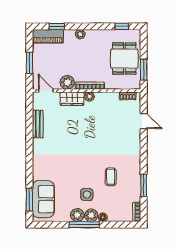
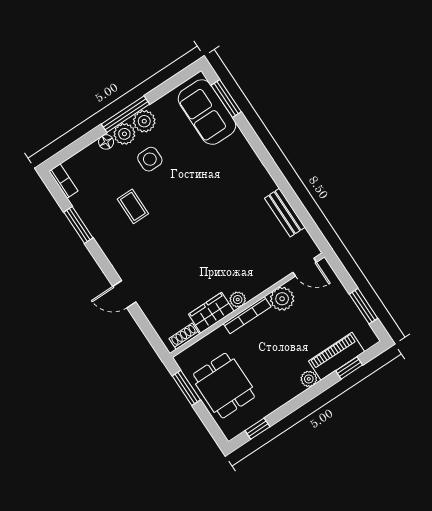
piano: (48, 36) -> (337, 356), moved
window: (29, 63) -> (364, 306), moved
wardrobe: (72, 99) -> (211, 313), moved
door: (144, 121) -> (124, 294), moved

